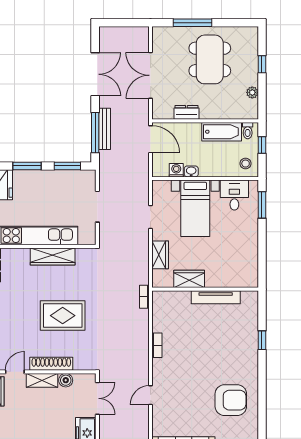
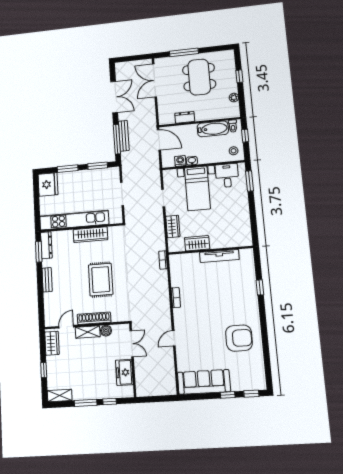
double door: (151, 75) -> (154, 80), moved
rug: (63, 316) -> (101, 280), turned 90

